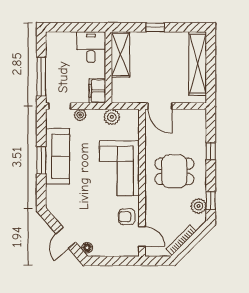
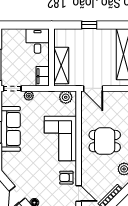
shelving: (120, 54) -> (61, 65), moved
plant: (112, 117) -> (66, 97), moved

